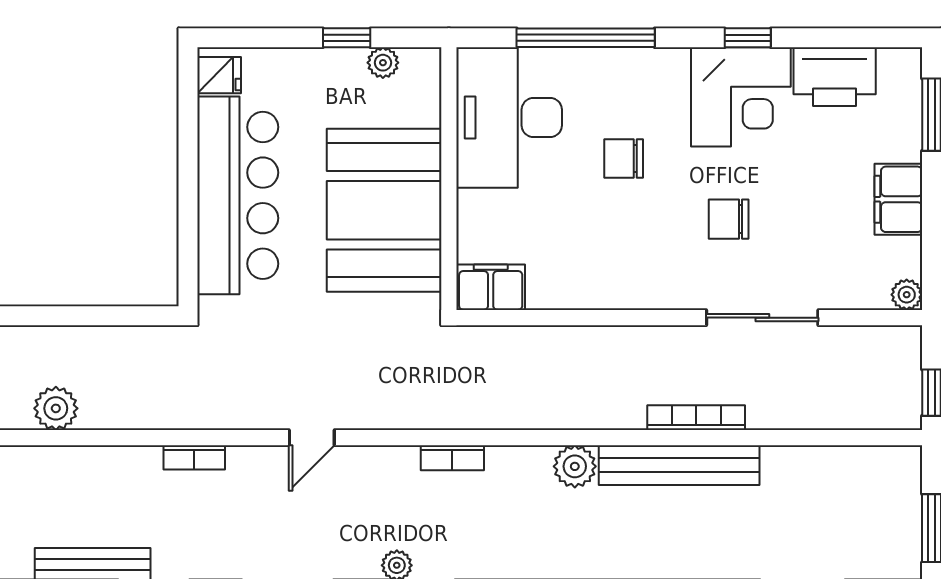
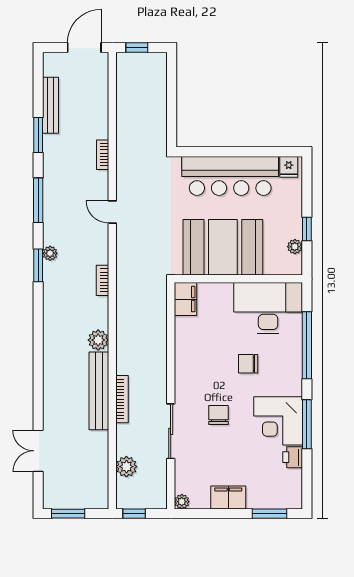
window: (748, 38) -> (307, 424), width x2.17
printer: (835, 77) -> (293, 457), width x0.53, depth x0.68
chair: (624, 159) -> (248, 364), turned -90
plant: (56, 408) -> (126, 467), moved

